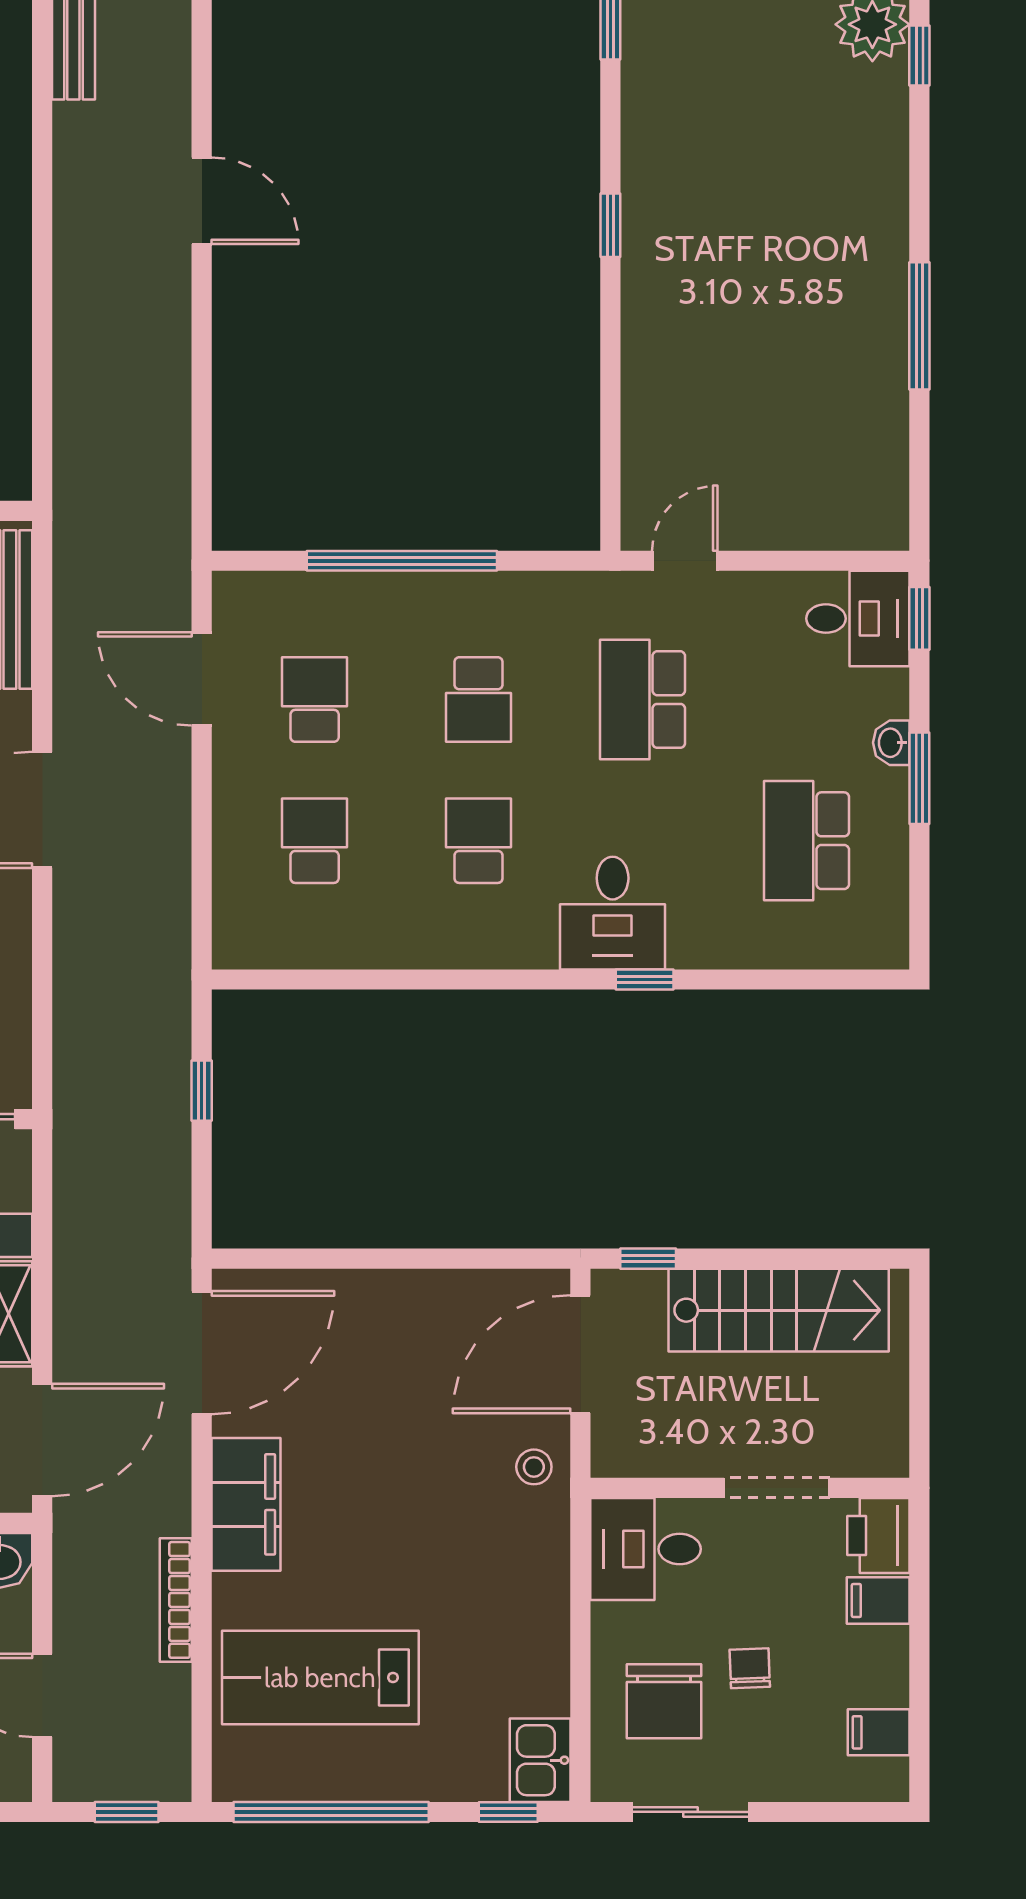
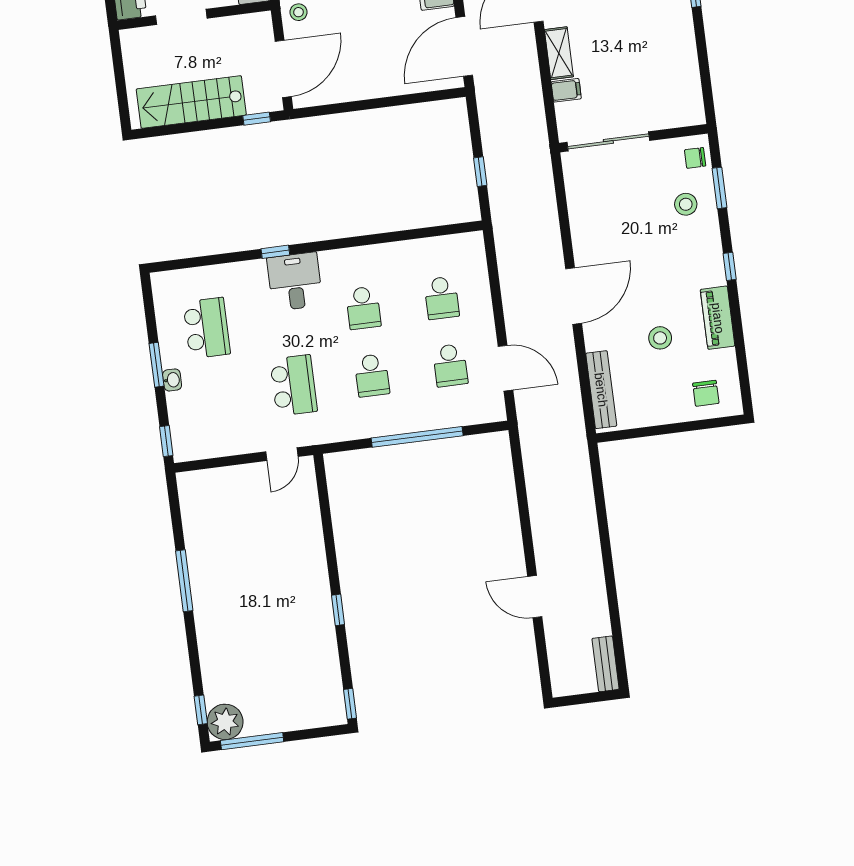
desk: (858, 619) -> (196, 437), removed
school desk: (479, 700) -> (372, 375), turned 180

